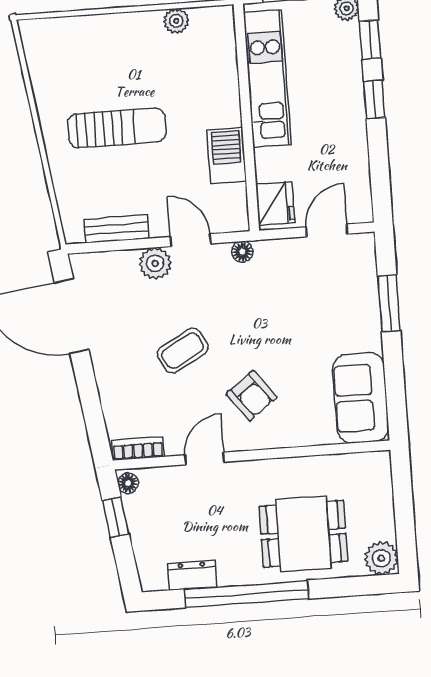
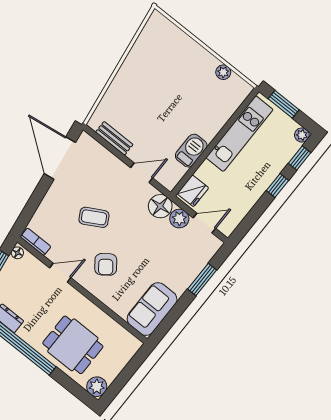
sun lounger: (117, 128) -> (155, 95), removed
door: (191, 240) -> (142, 173), hinge flipped
floor lamp: (242, 252) -> (160, 206), width x1.89, depth x1.89
plant: (155, 263) -> (179, 219), moved

